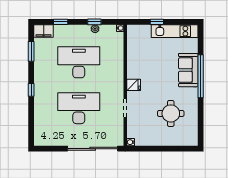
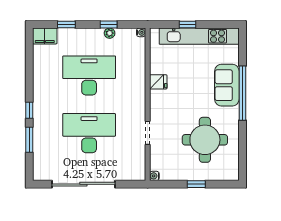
kitchen unit: (175, 31) -> (199, 36), width x1.36
window: (31, 51) -> (29, 140), moved
fridge: (134, 85) -> (158, 82), moved
round table: (171, 113) -> (205, 140), width x1.36, depth x1.36
sliding door: (93, 149) -> (83, 184), moved
window: (164, 149) -> (196, 184), added

